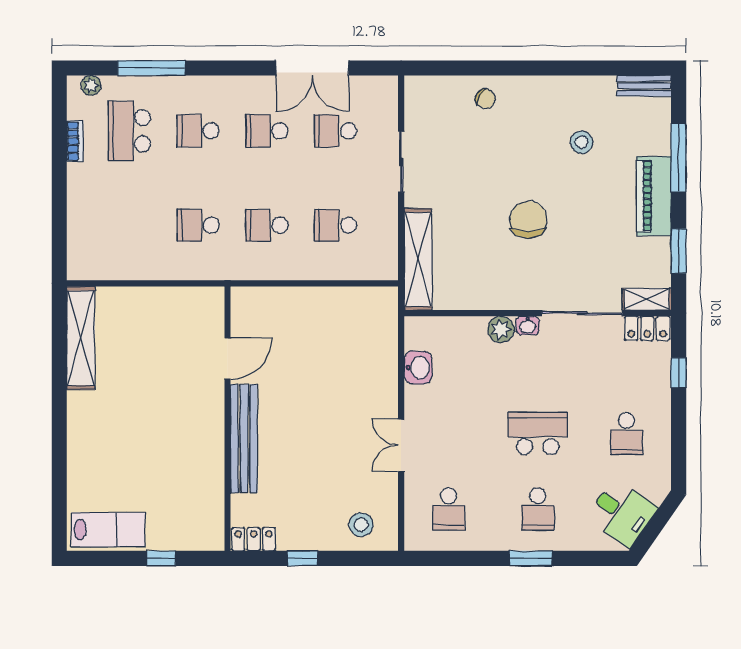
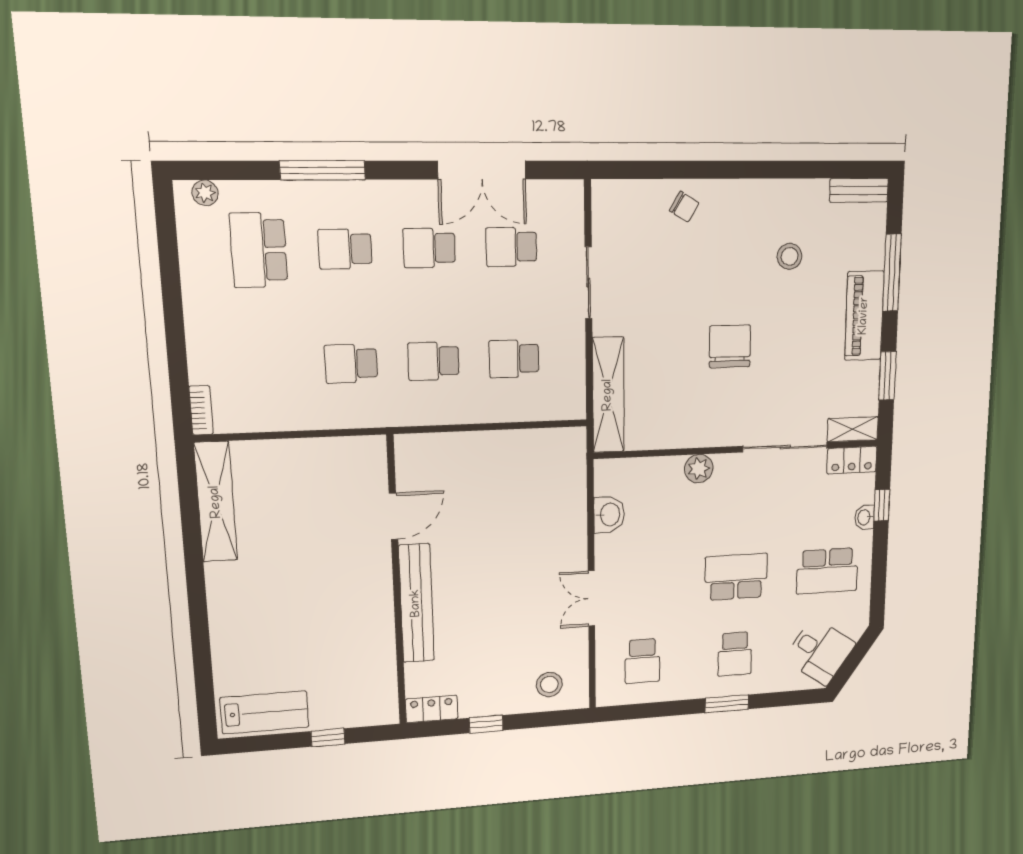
window: (151, 68) -> (323, 170), moved
bookcase: (75, 141) -> (201, 410), moved
washbasin: (528, 326) -> (864, 517), moved, turned 90
school desk: (627, 434) -> (827, 571), width x1.85

